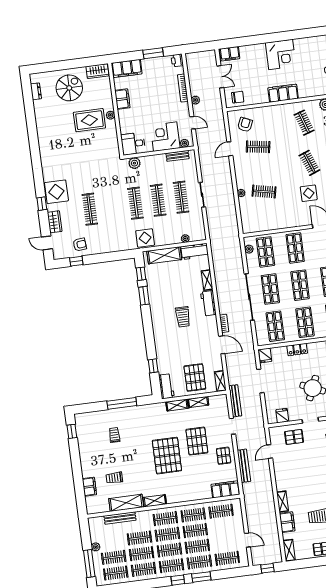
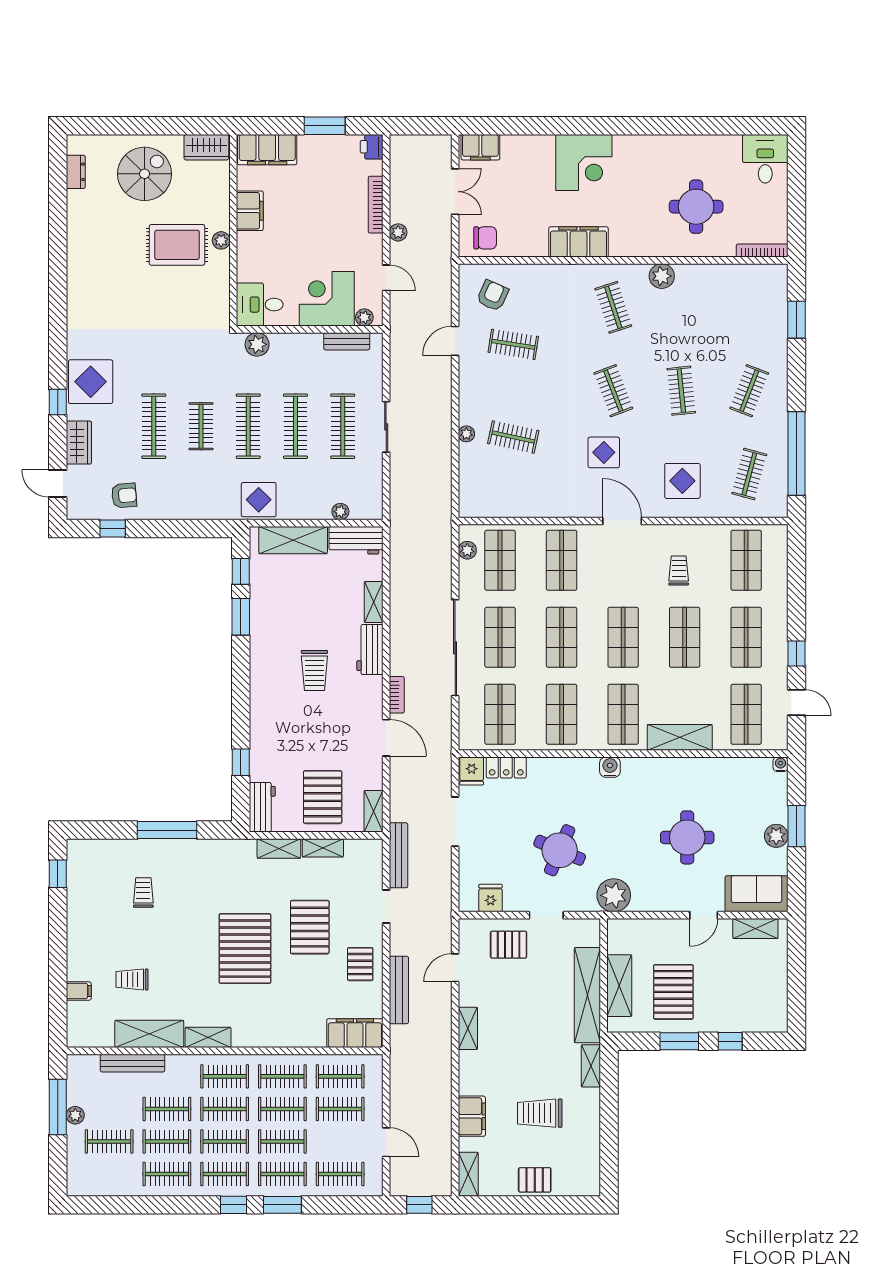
clothes rail: (113, 206) -> (201, 426), added
locker: (297, 349) -> (506, 767), moved
filing cabinet: (89, 487) -> (79, 991), width x0.50
shelving: (283, 502) -> (468, 1028), moved
window: (89, 564) -> (58, 1107), moved
clothes rail: (116, 573) -> (340, 1109), moved

